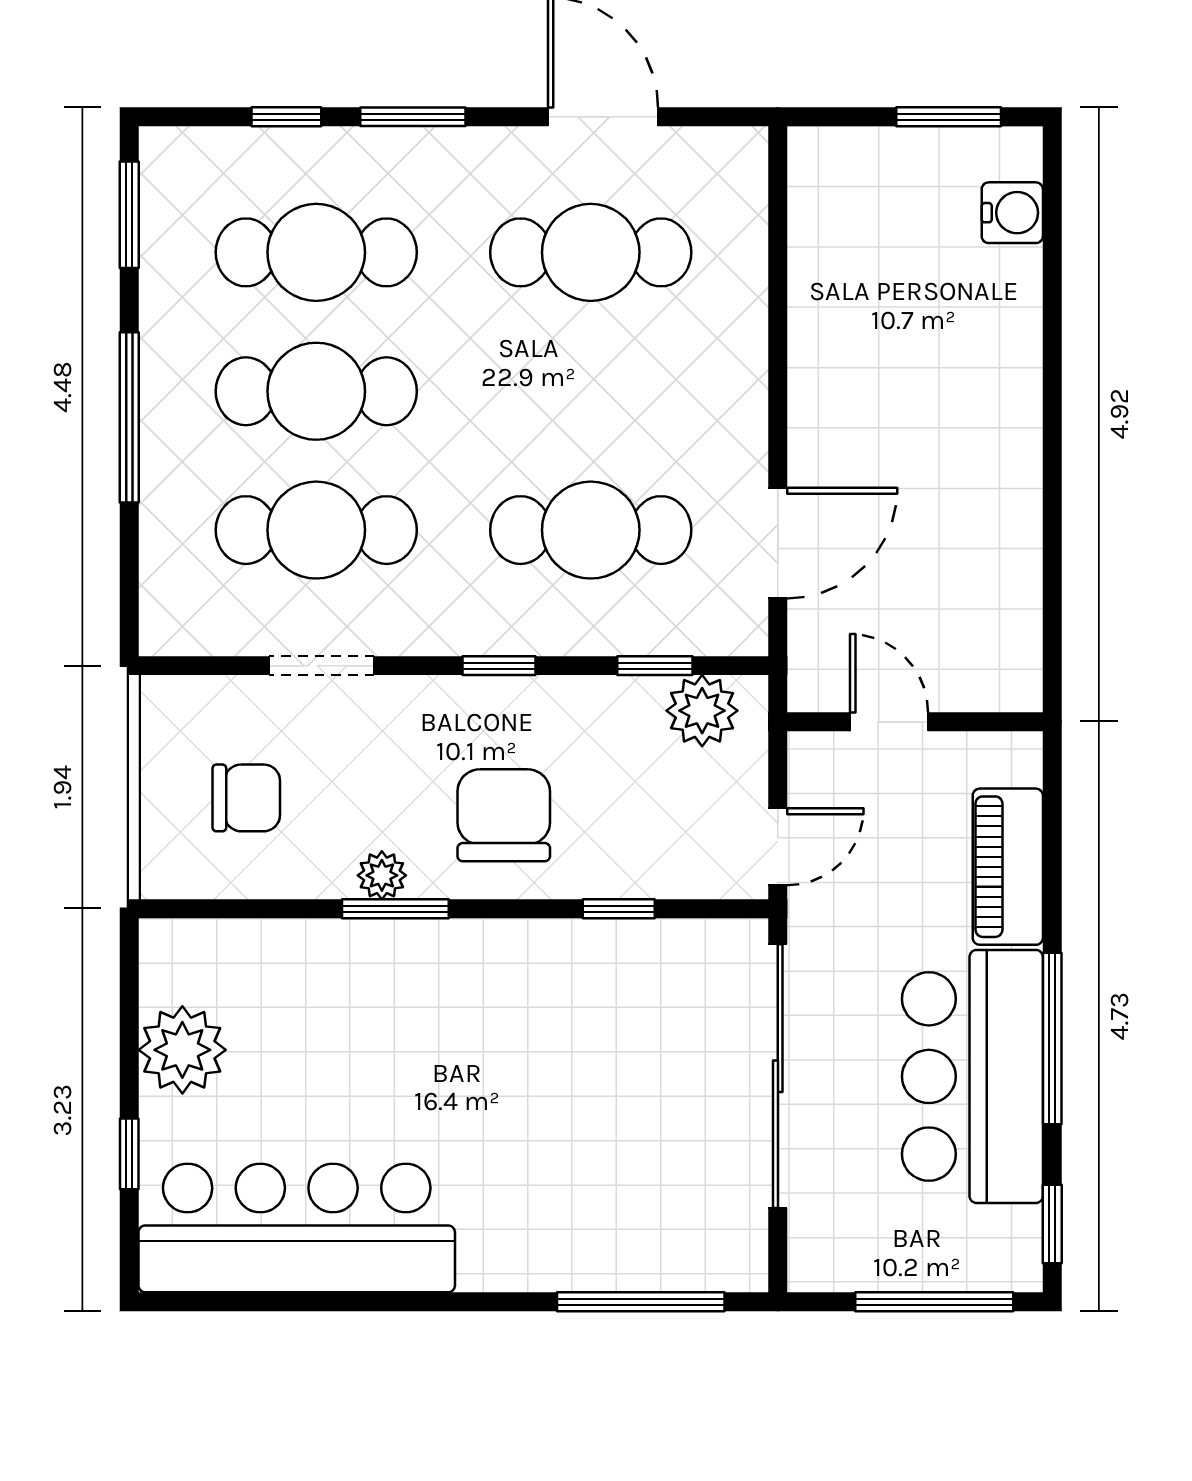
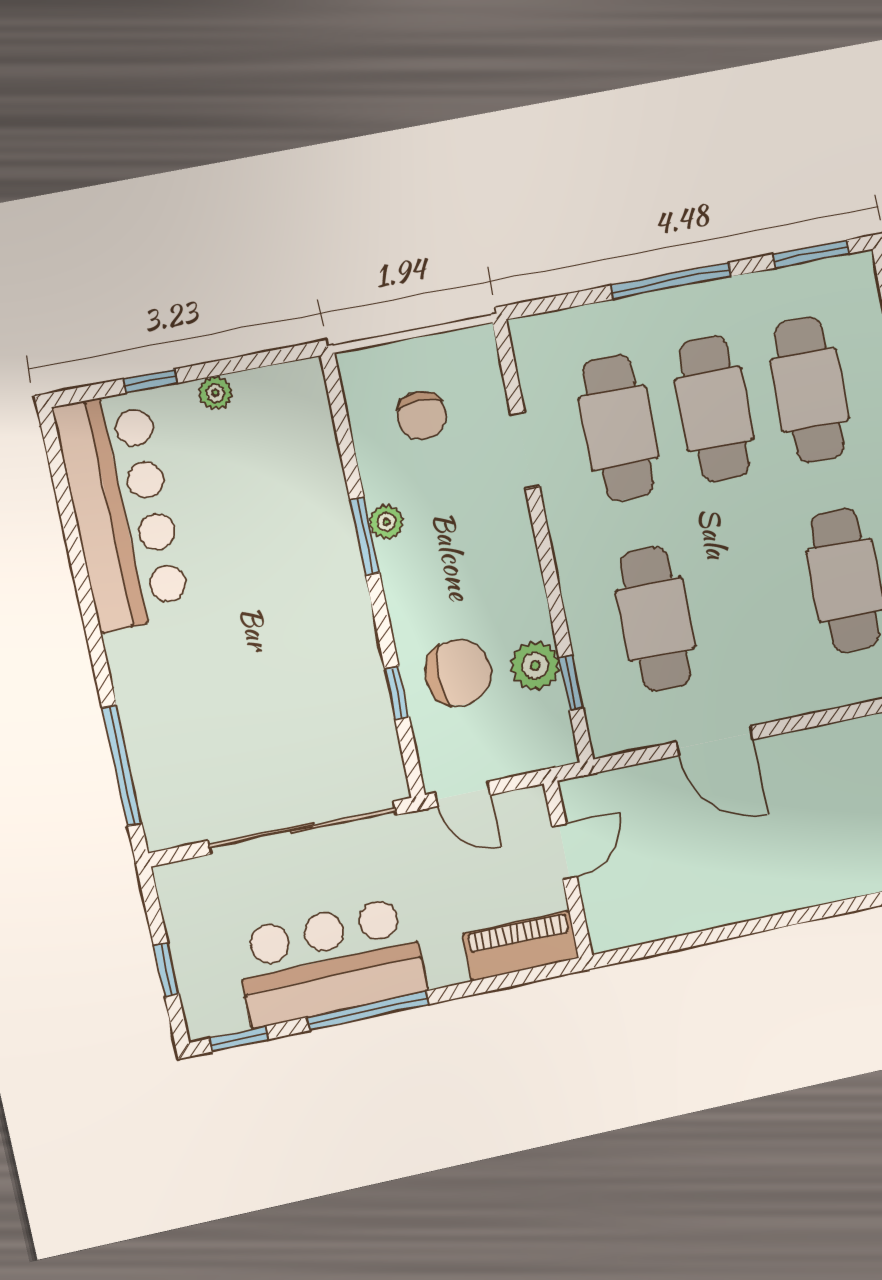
door: (778, 543) -> (715, 741), moved
window: (499, 666) -> (550, 575), removed
plant: (702, 711) -> (535, 666), moved
chair: (504, 815) -> (458, 673), moved
piano: (1008, 867) -> (521, 946), moved
plant: (182, 1050) -> (215, 393), width x0.53, depth x0.53
window: (934, 1302) -> (166, 970), width x0.46

